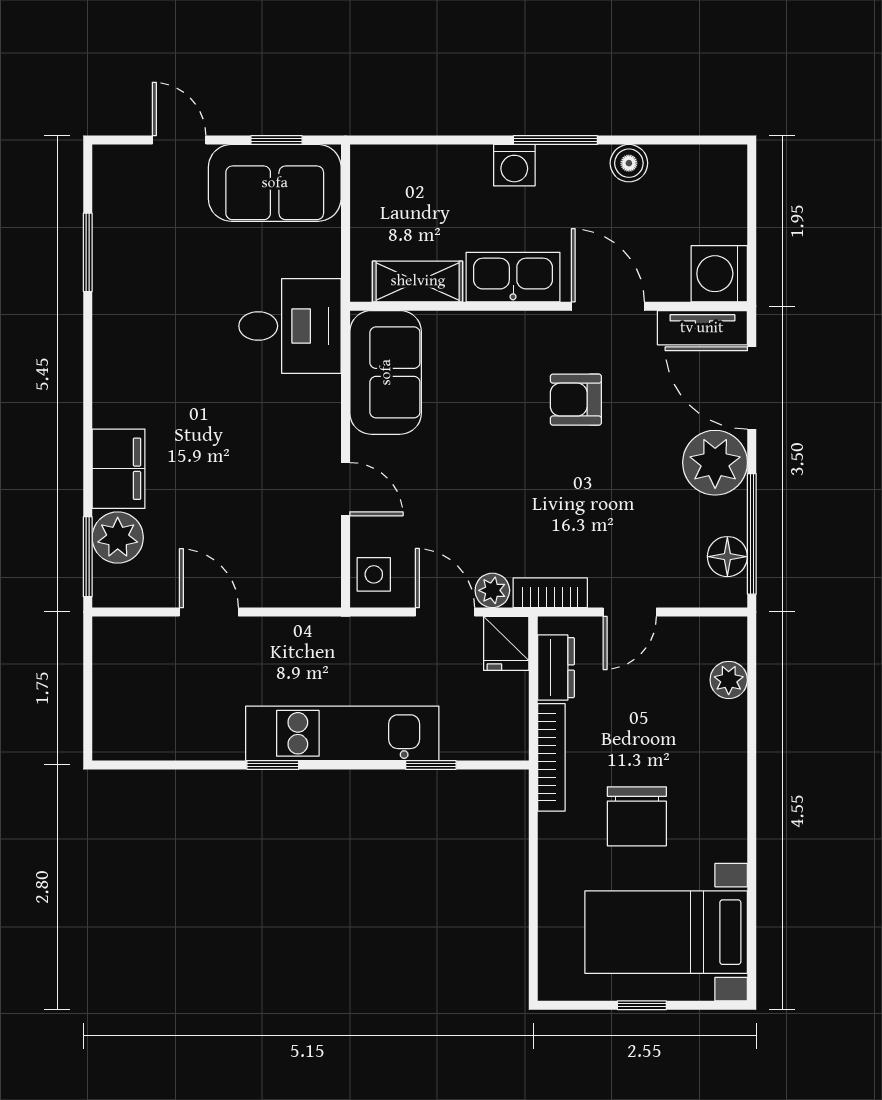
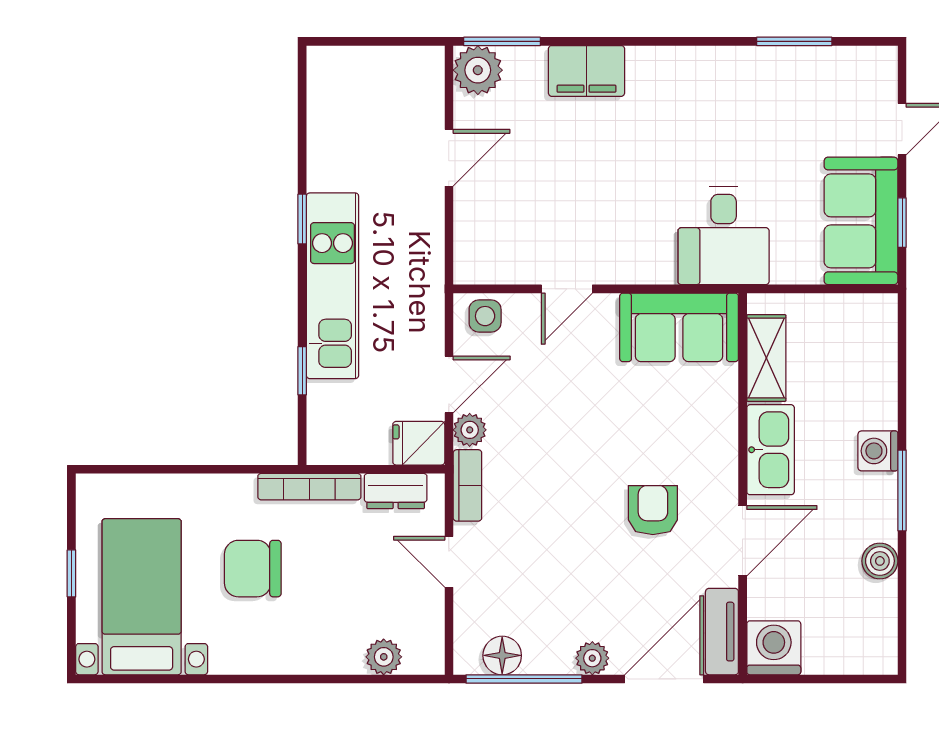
plant: (715, 463) -> (592, 658), width x0.53, depth x0.53
plant: (118, 538) -> (478, 70), moved

